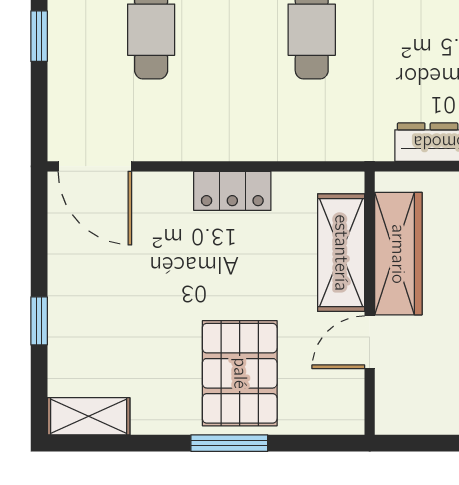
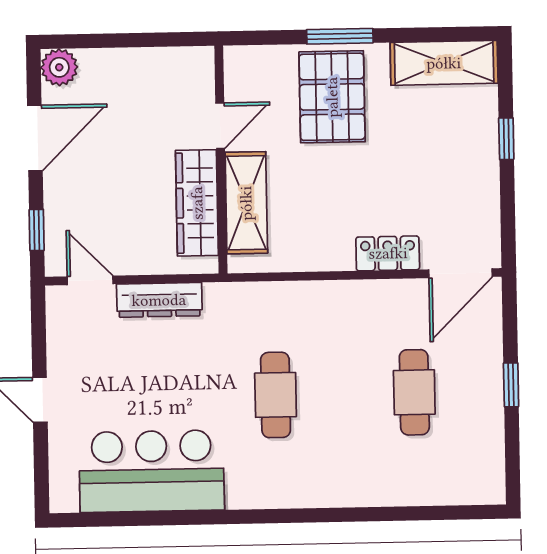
door: (95, 166) -> (461, 273), swing flipped
locker: (232, 191) -> (388, 253), moved
shelving: (89, 416) -> (444, 63), width x1.50, depth x1.33

